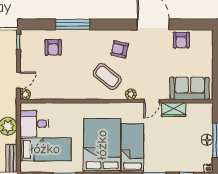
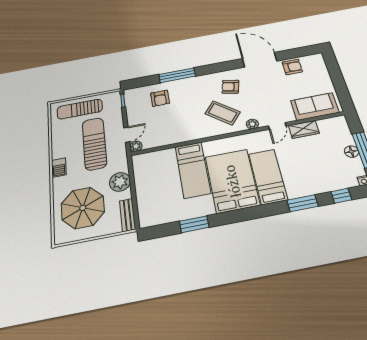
armchair: (181, 40) -> (292, 67), turned -90
desk: (34, 124) -> (150, 173), removed
bed: (45, 149) -> (193, 170), moved, turned 90

